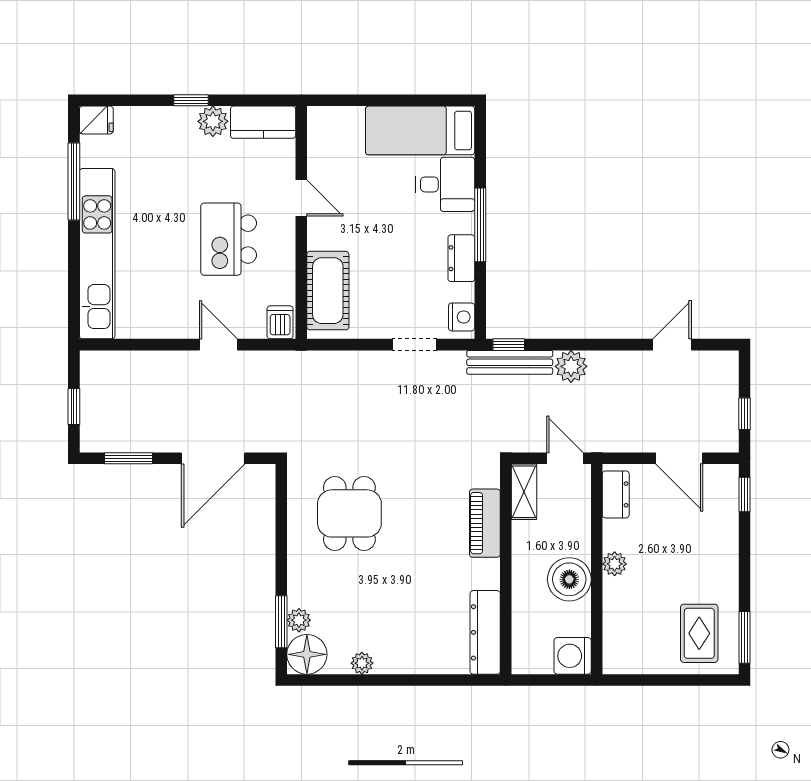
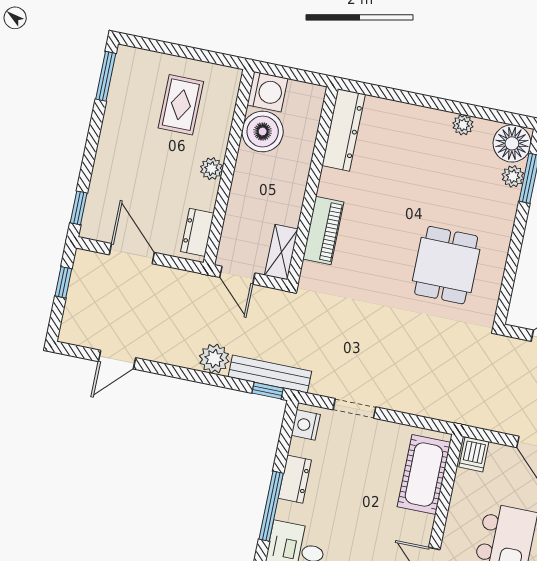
boiler: (569, 579) -> (263, 131), moved
rug: (699, 633) -> (181, 105), moved

